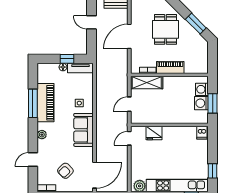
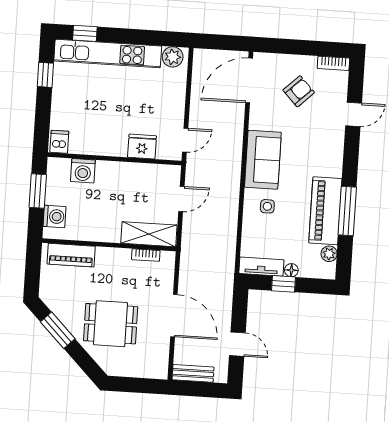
dining table: (165, 29) -> (111, 324), turned 90
door: (129, 36) -> (174, 316), hinge flipped
piano: (170, 68) -> (71, 255), moved
washing machine: (201, 103) -> (83, 171), moved, turned 90
plant: (42, 135) -> (329, 254), moved

